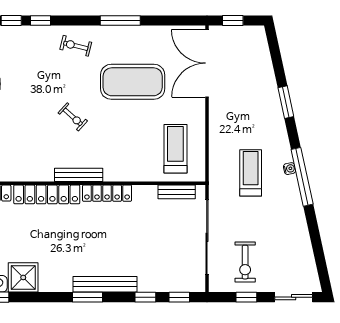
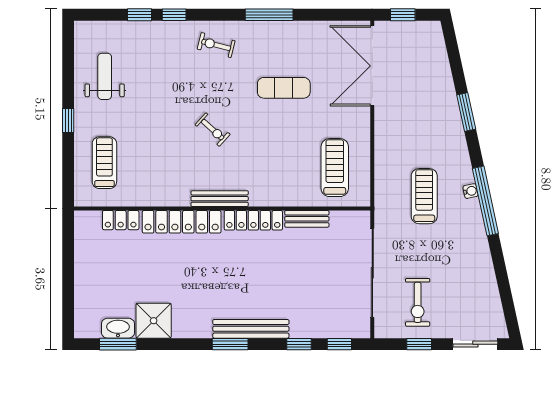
exercise mat: (133, 82) -> (284, 88), width x0.50, depth x0.69
bench: (177, 192) -> (307, 219), moved

